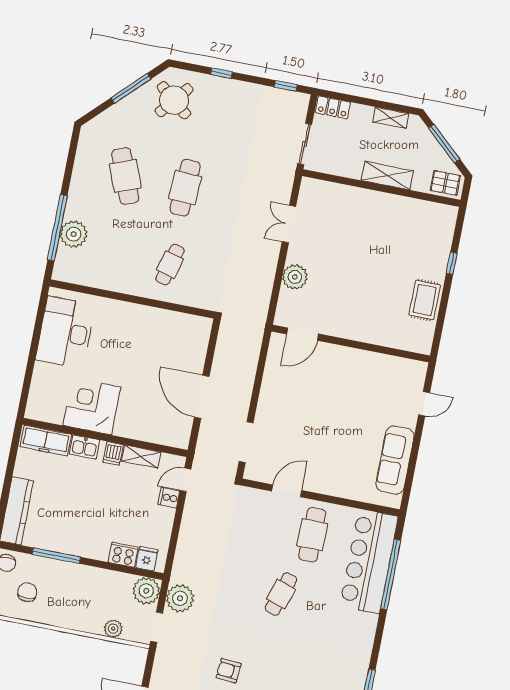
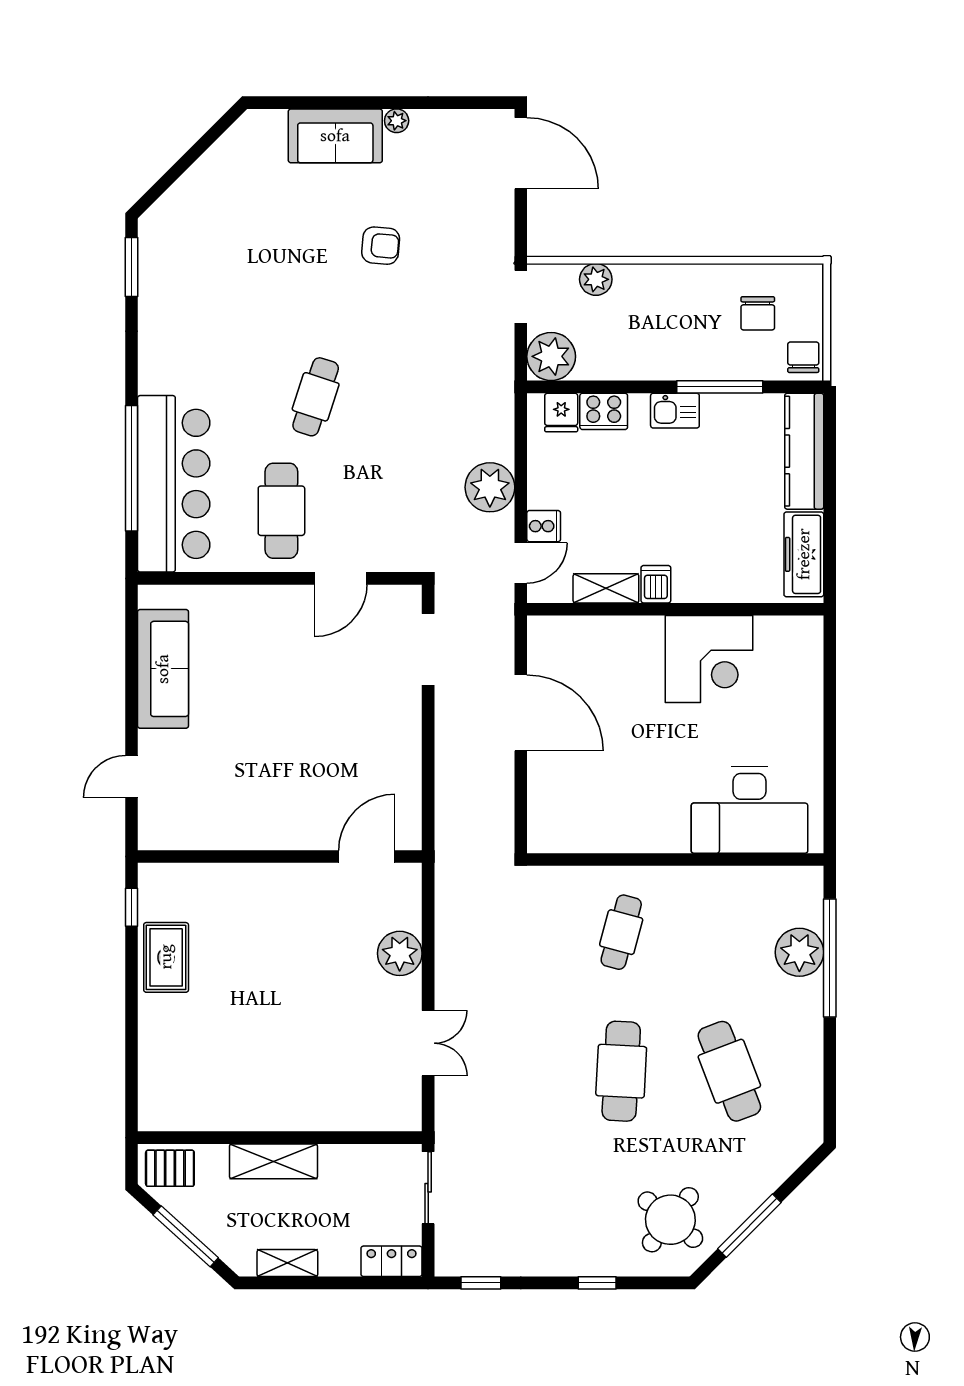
window: (452, 263) -> (132, 907), moved
desk: (65, 332) -> (749, 810), moved, turned 90
freezer: (46, 441) -> (804, 554), moved, turned -90
kitchen sink: (84, 447) -> (675, 411), moved, turned 180
plant: (180, 598) -> (490, 487), moved

